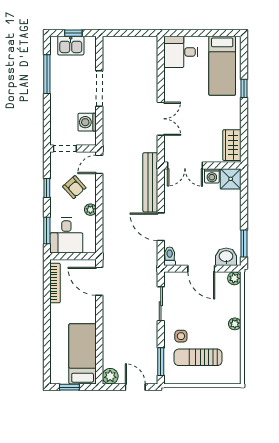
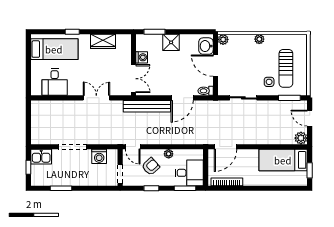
kitchen sink: (71, 46) -> (41, 157), moved, turned 90
desk: (181, 52) -> (55, 82), moved
window: (47, 74) -> (61, 188), width x0.69
wardrobe: (232, 145) -> (103, 41), moved
shower: (231, 179) -> (171, 42), moved
window: (244, 243) -> (155, 32), moved
door: (201, 269) -> (215, 66), swing flipped
door: (135, 387) -> (310, 118), hinge flipped

